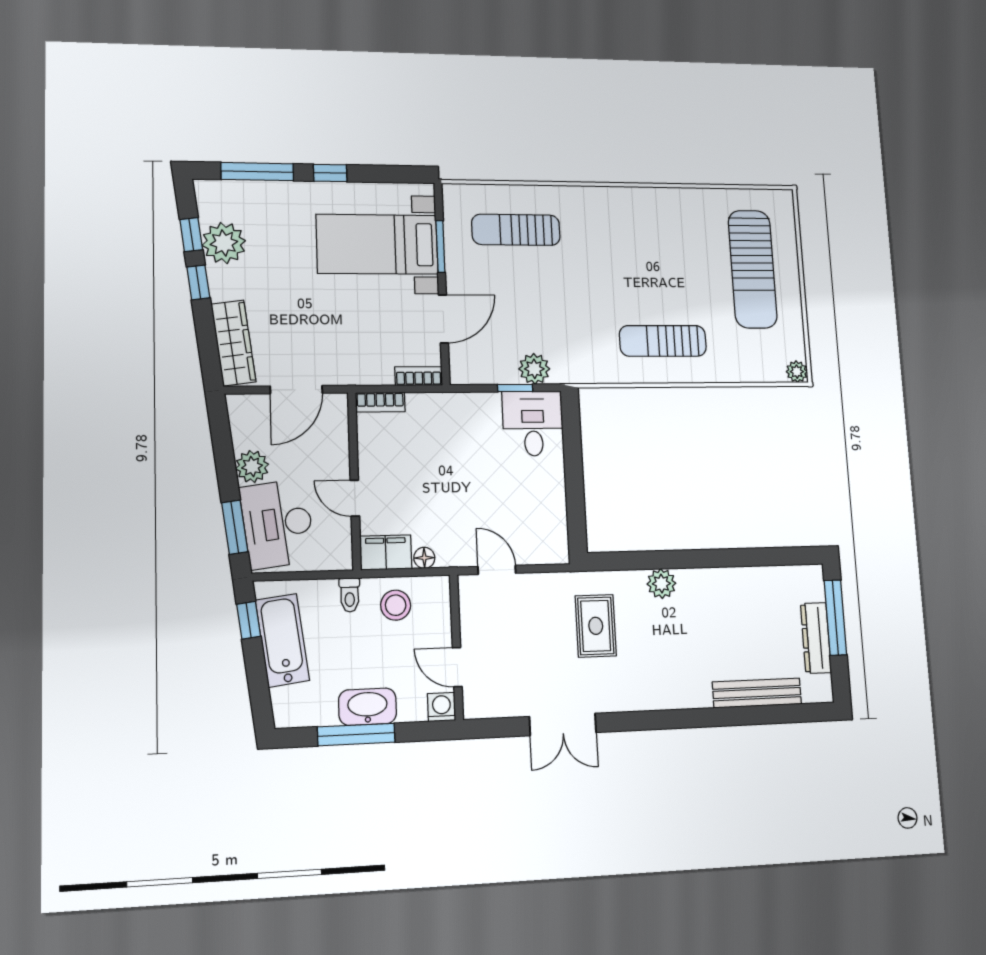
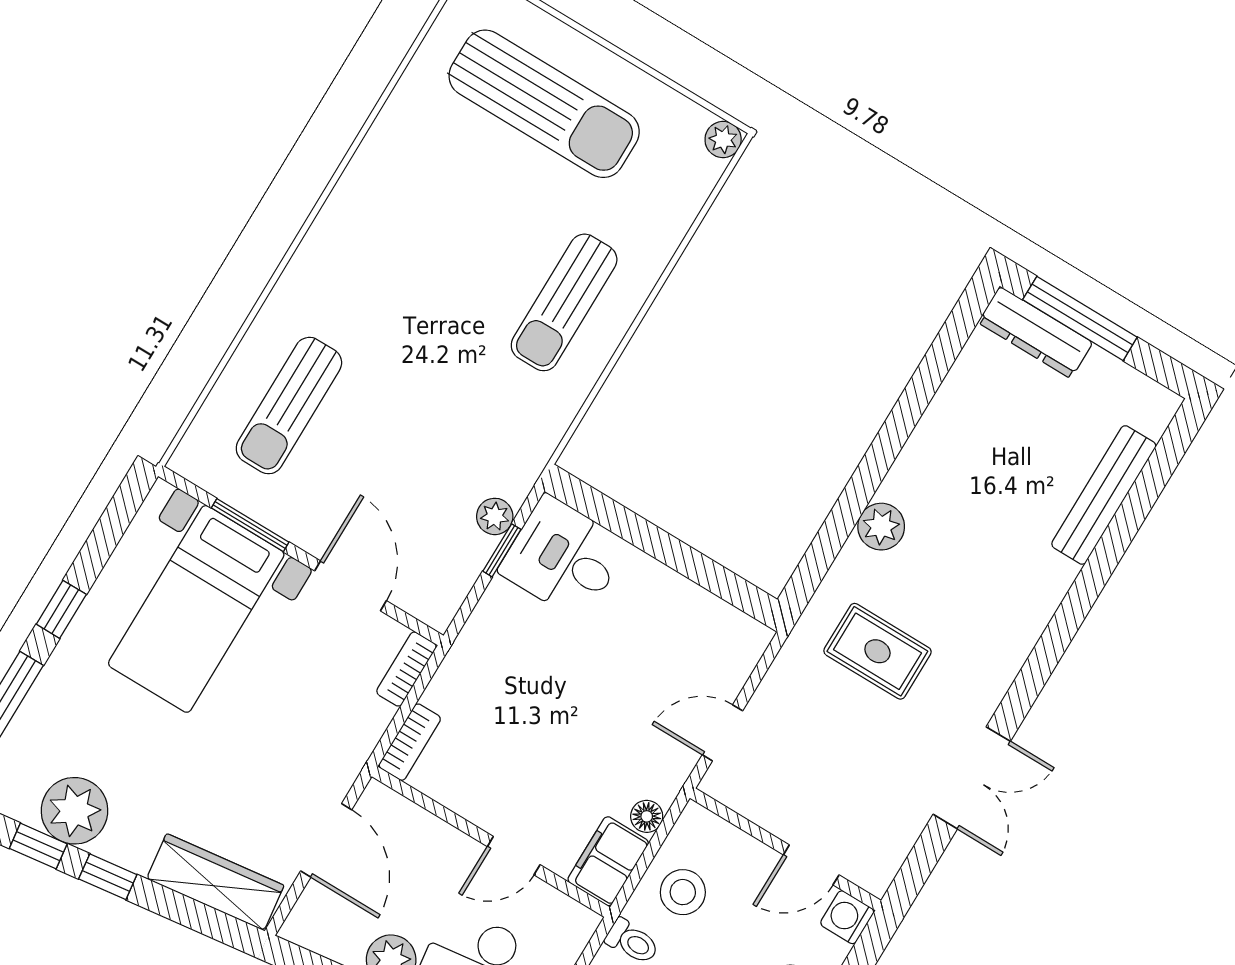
plant: (534, 369) -> (495, 516), width x0.73, depth x0.73
dresser: (816, 638) -> (1035, 332), moved

